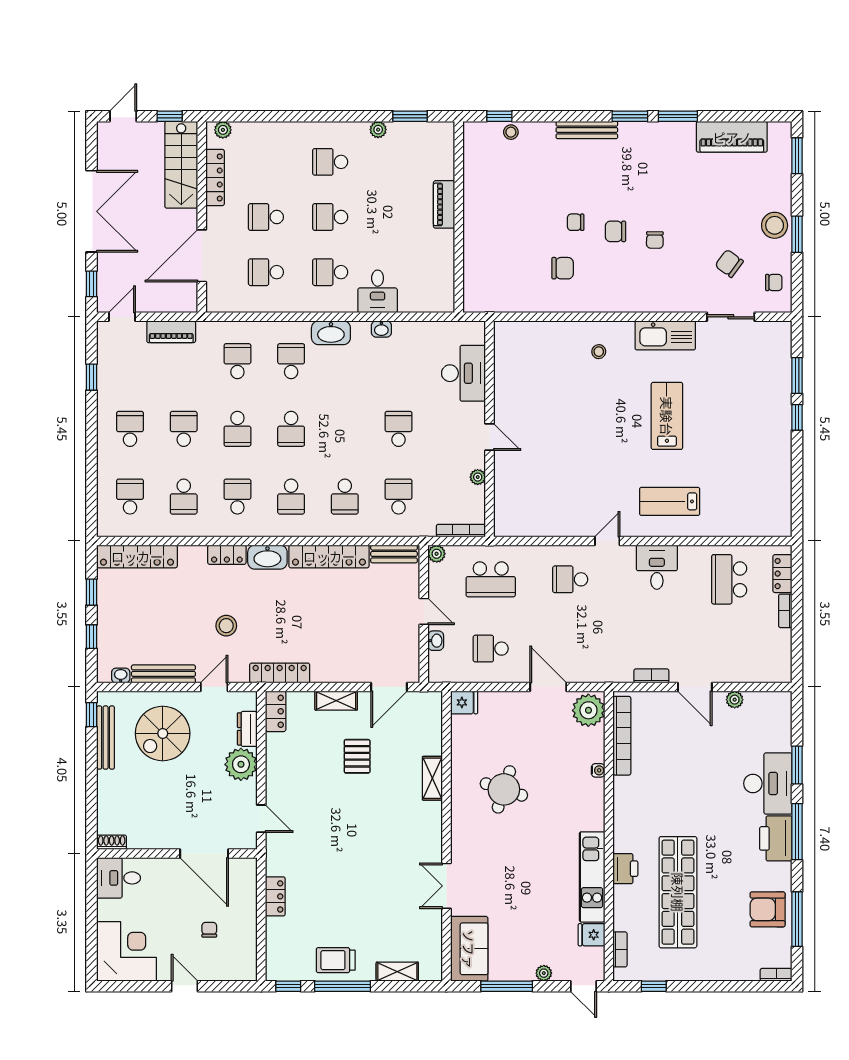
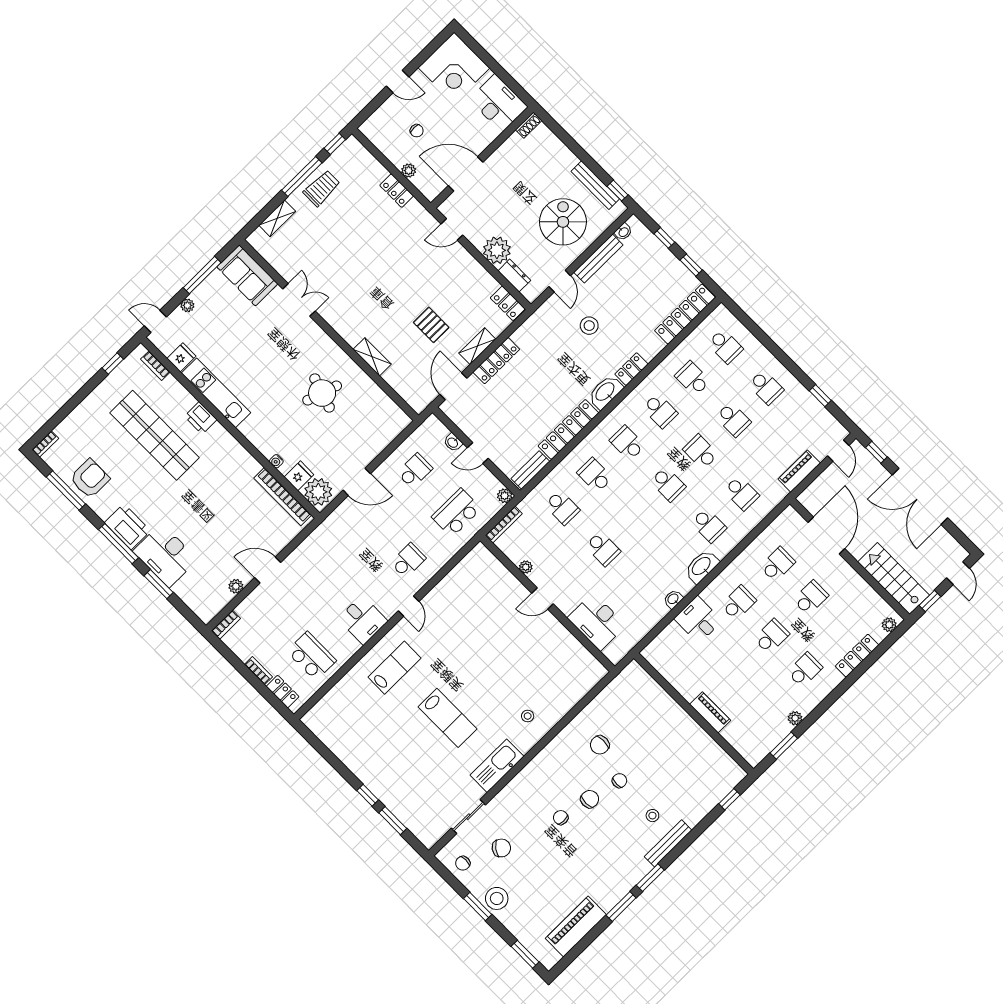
stool: (511, 132) -> (652, 816), moved
locker: (215, 177) -> (857, 656), moved, turned 90
school desk: (291, 429) -> (668, 484), turned 180
locker: (280, 673) -> (496, 361), moved
bookcase: (651, 676) -> (226, 625), moved
fridge: (464, 702) -> (299, 476), moved, turned 180
desk: (119, 878) -> (498, 103), width x1.37
plant: (249, 903) -> (409, 171), added

